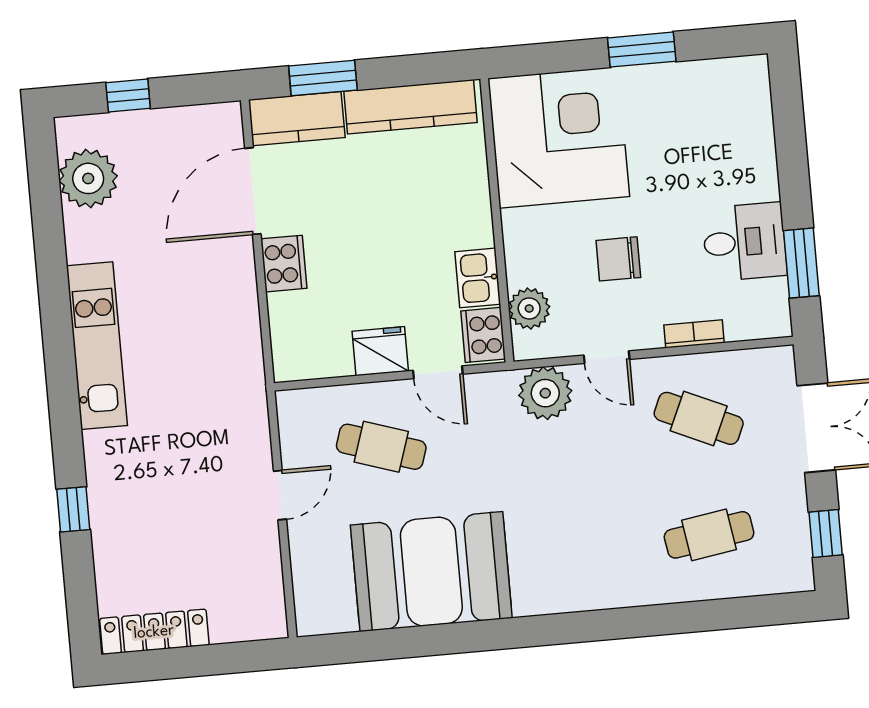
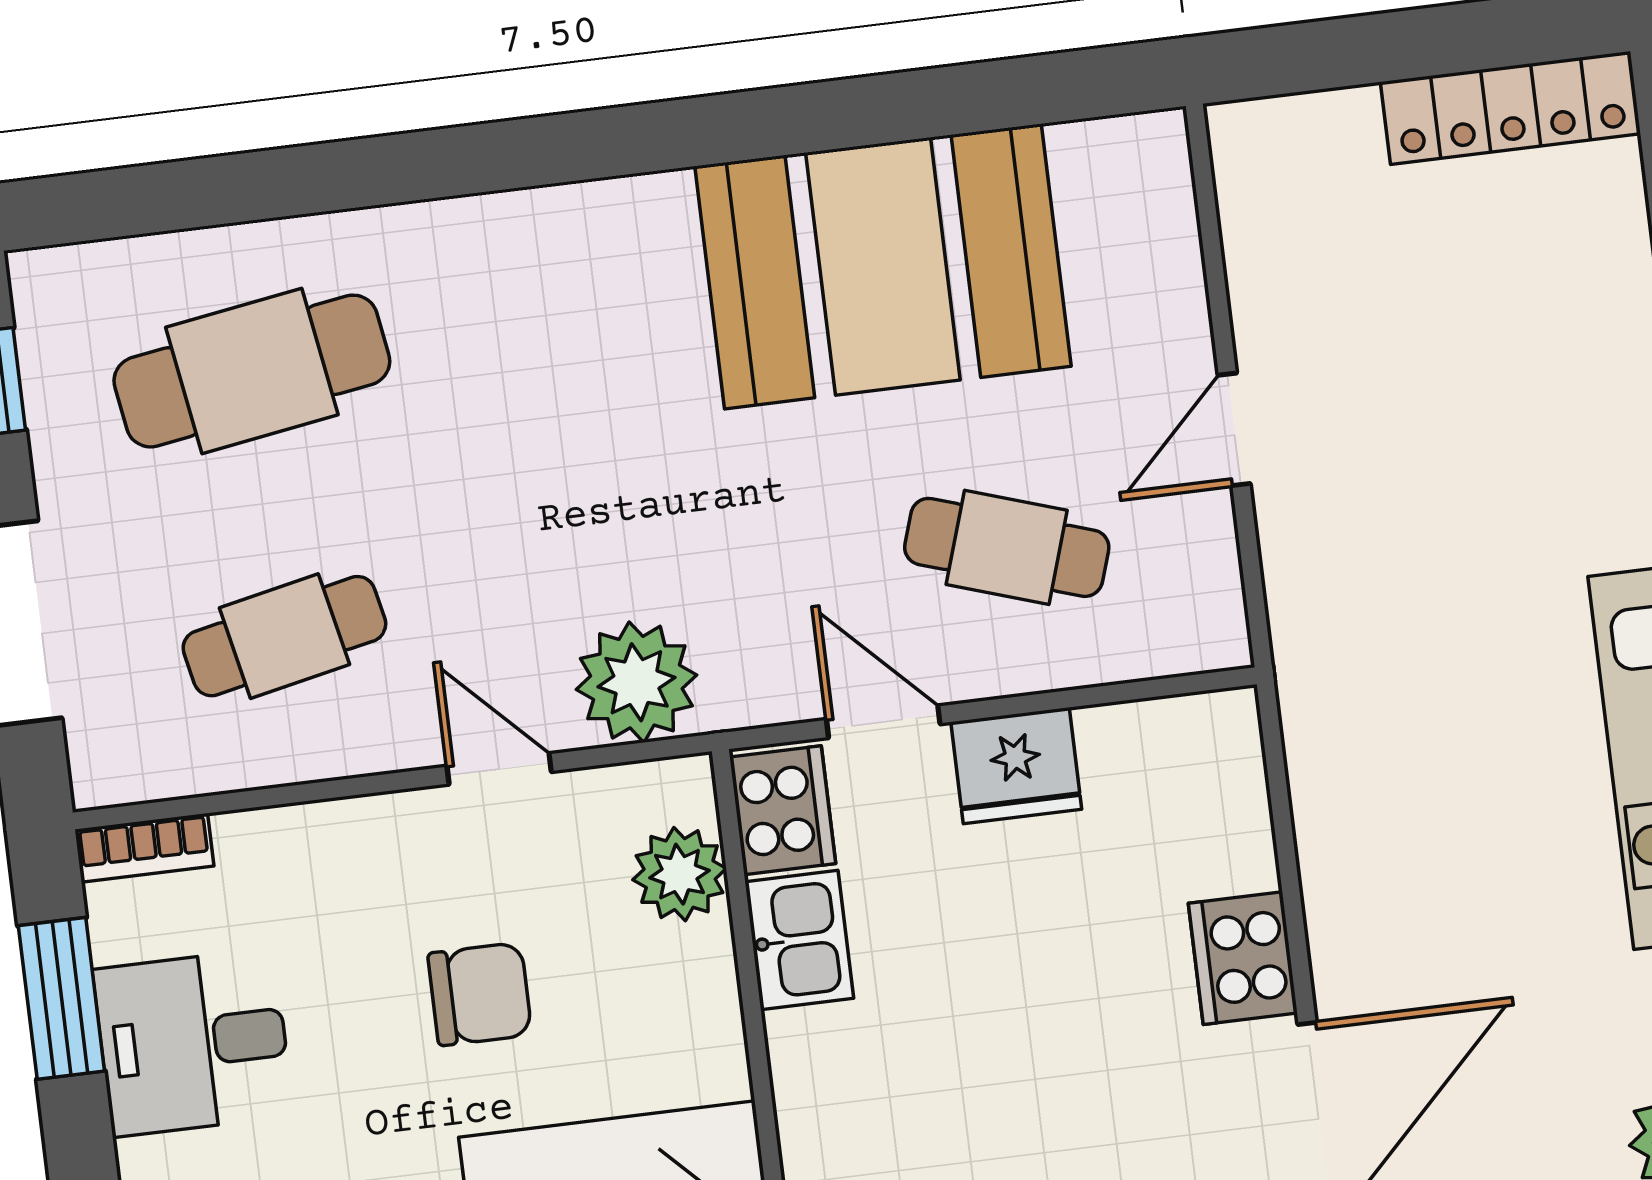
bookcase: (694, 334) -> (144, 848), moved
cafe table: (699, 418) -> (284, 636), turned -36
cafe table: (709, 535) -> (252, 371), width x1.37, depth x1.35

